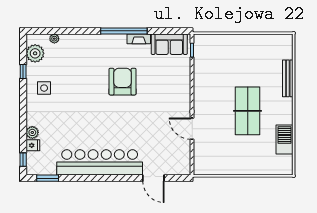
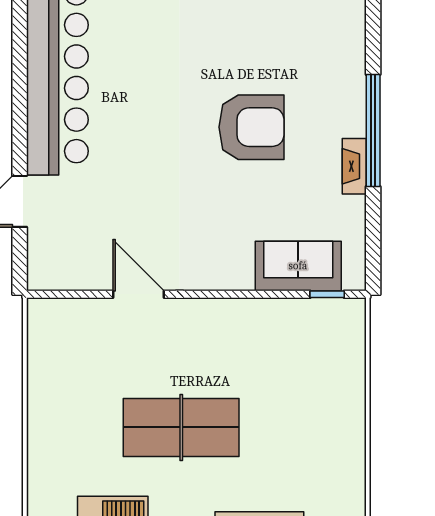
sofa: (169, 44) -> (298, 266), moved, turned 90
door: (192, 129) -> (138, 294), hinge flipped

